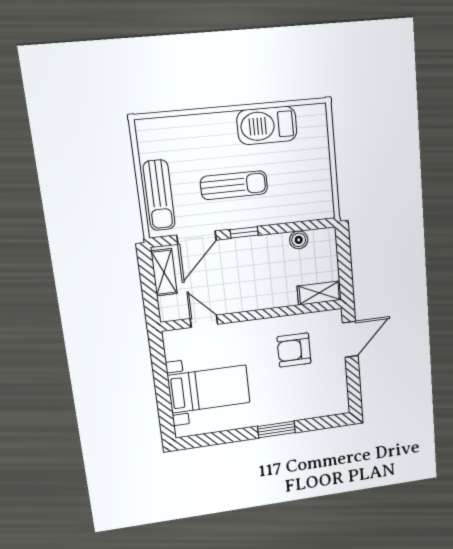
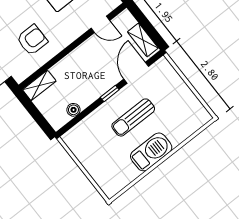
barbecue: (267, 125) -> (151, 152), moved
sun lounger: (159, 195) -> (173, 84), removed

